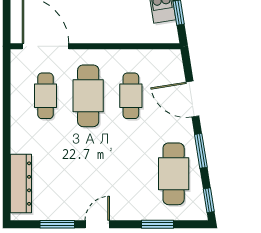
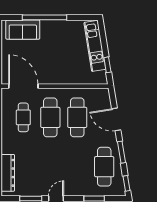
cafe table: (131, 96) -> (77, 117), width x1.37, depth x1.35

